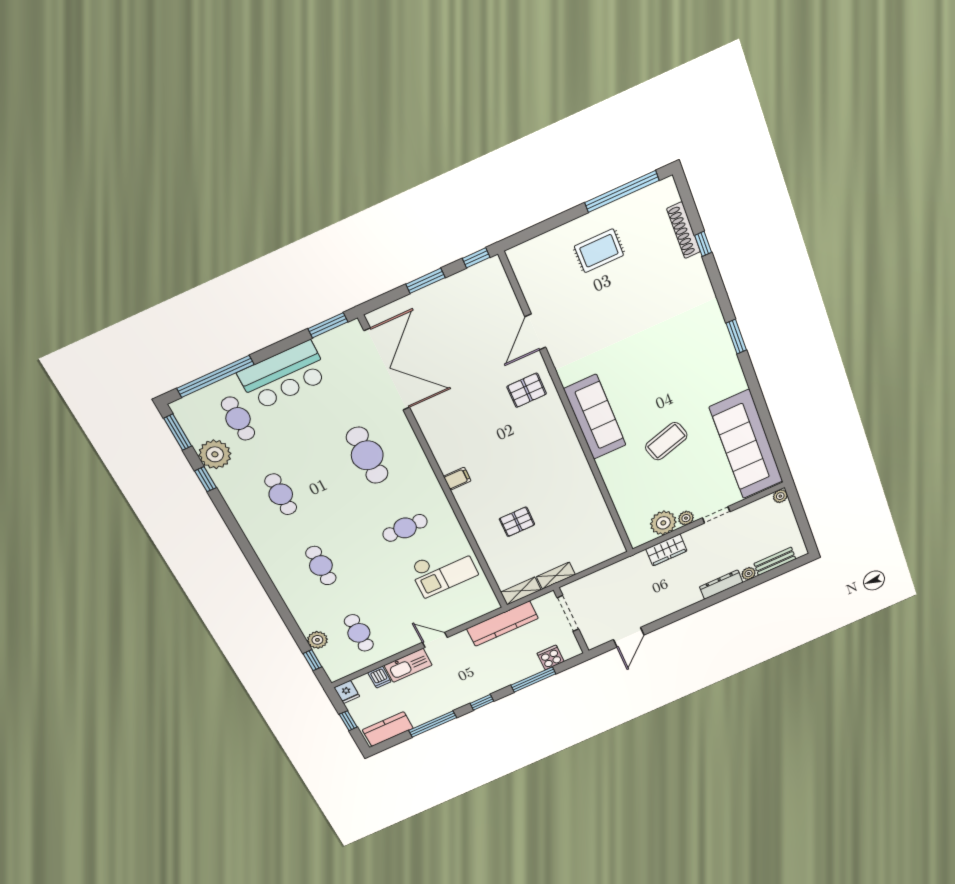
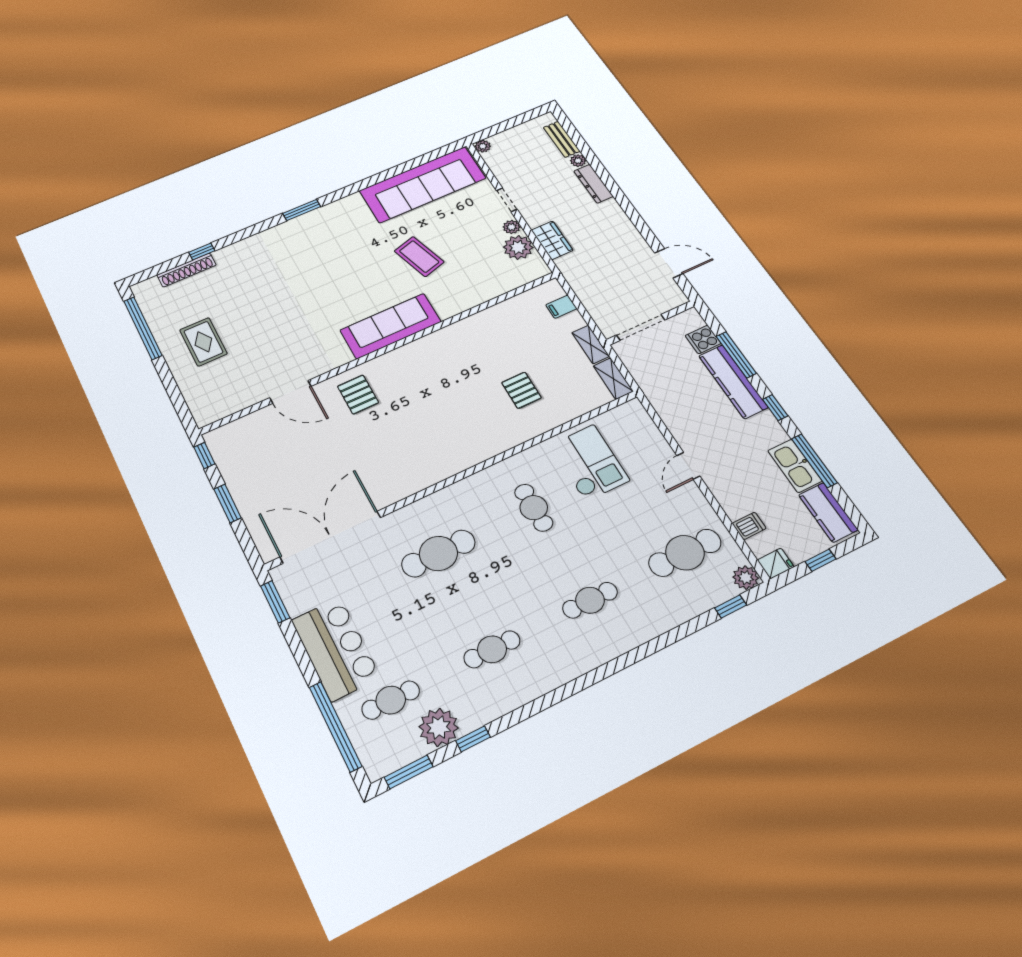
filing cabinet: (457, 479) -> (561, 307), moved, turned -90
kitchen counter: (502, 624) -> (733, 382), moved, turned 180
cafe table: (359, 633) -> (685, 553), width x1.37, depth x1.35
plant: (317, 640) -> (746, 578), moved
kitchen sink: (408, 665) -> (795, 466), moved, turned 180

